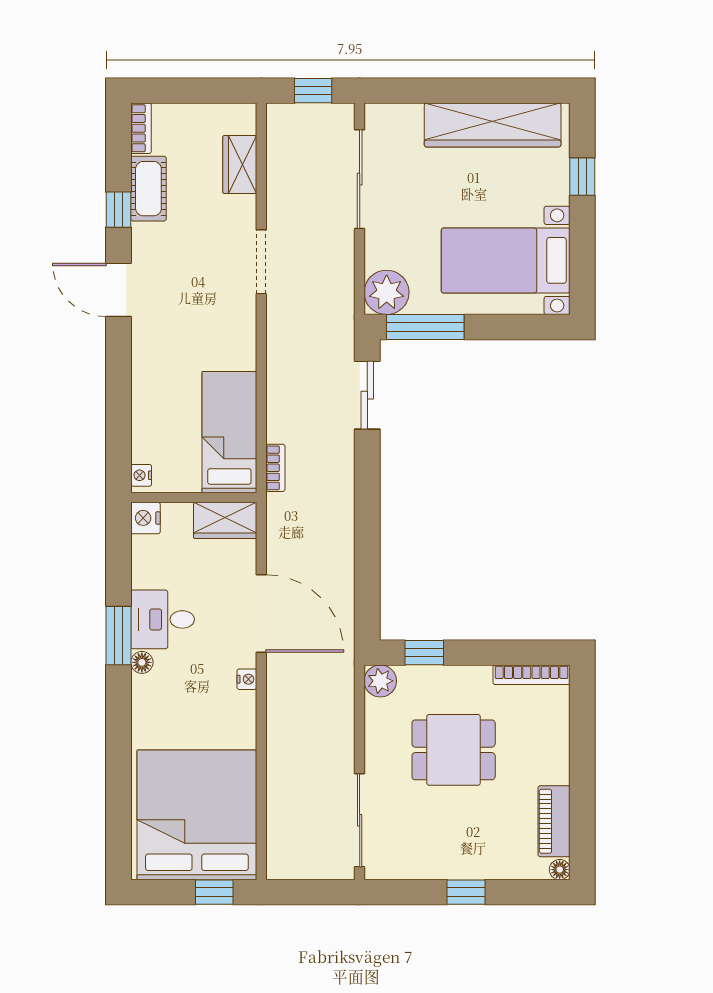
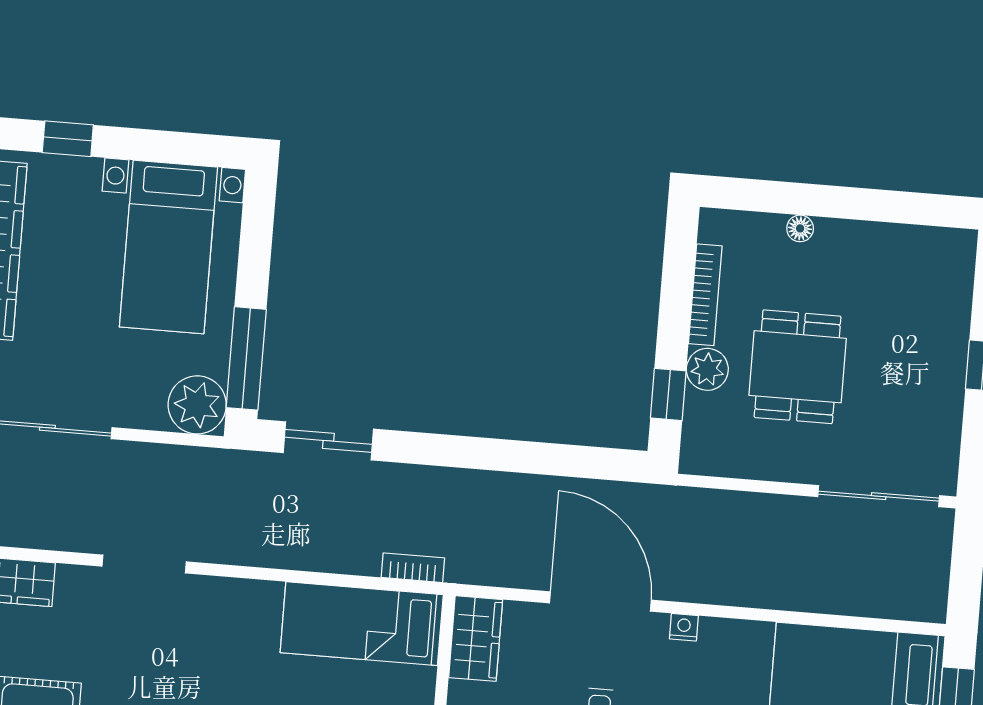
door: (261, 614) -> (600, 602), hinge flipped
bookcase: (531, 675) -> (705, 295), moved
plant: (380, 681) -> (707, 369), moved
piano: (554, 821) -> (901, 244), removed
floor lamp: (560, 870) -> (800, 228), moved

